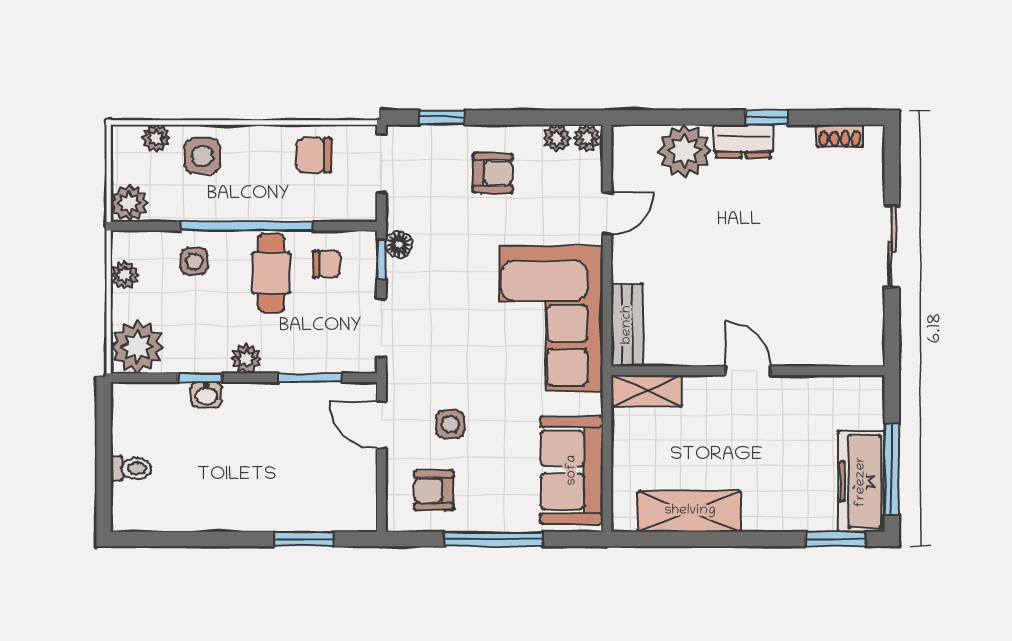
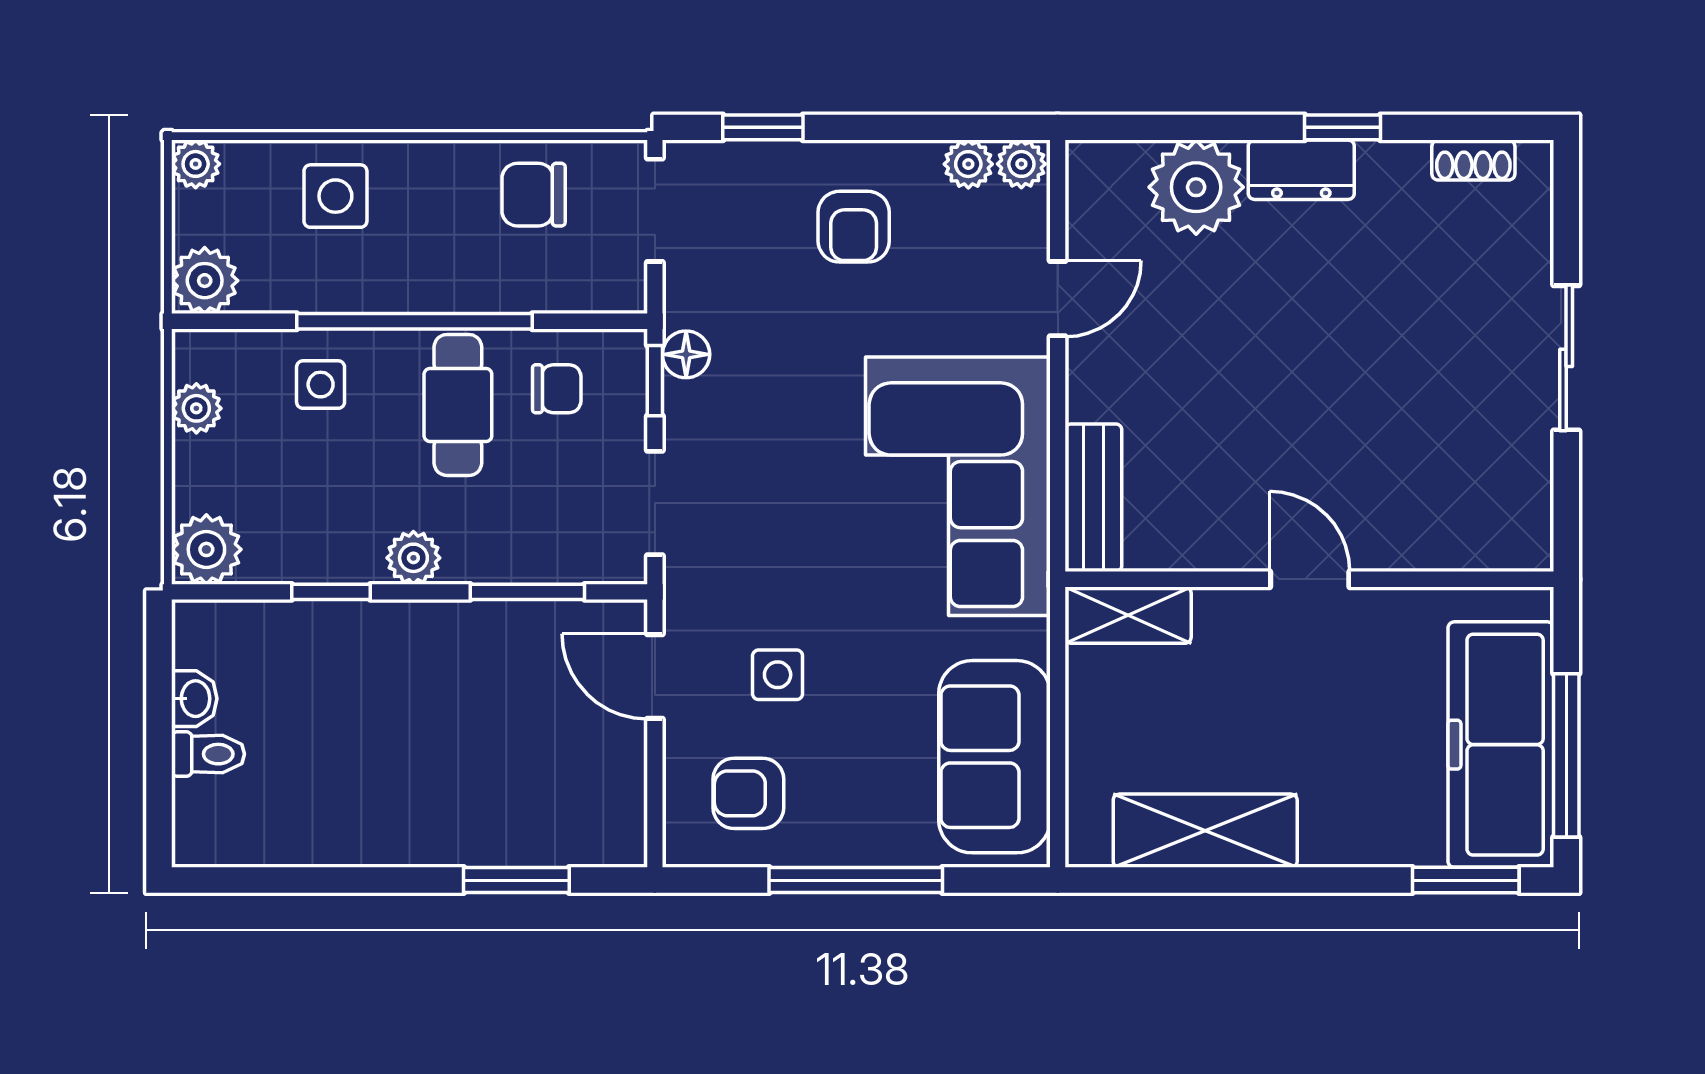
plant: (156, 138) -> (196, 164), moved
armchair: (493, 173) -> (854, 227), turned 89
plant: (137, 347) -> (206, 549), width x0.73, depth x0.73
washbasin: (206, 395) -> (194, 699), moved, turned -90
freezer: (861, 482) -> (1501, 745), width x1.36, depth x1.26

